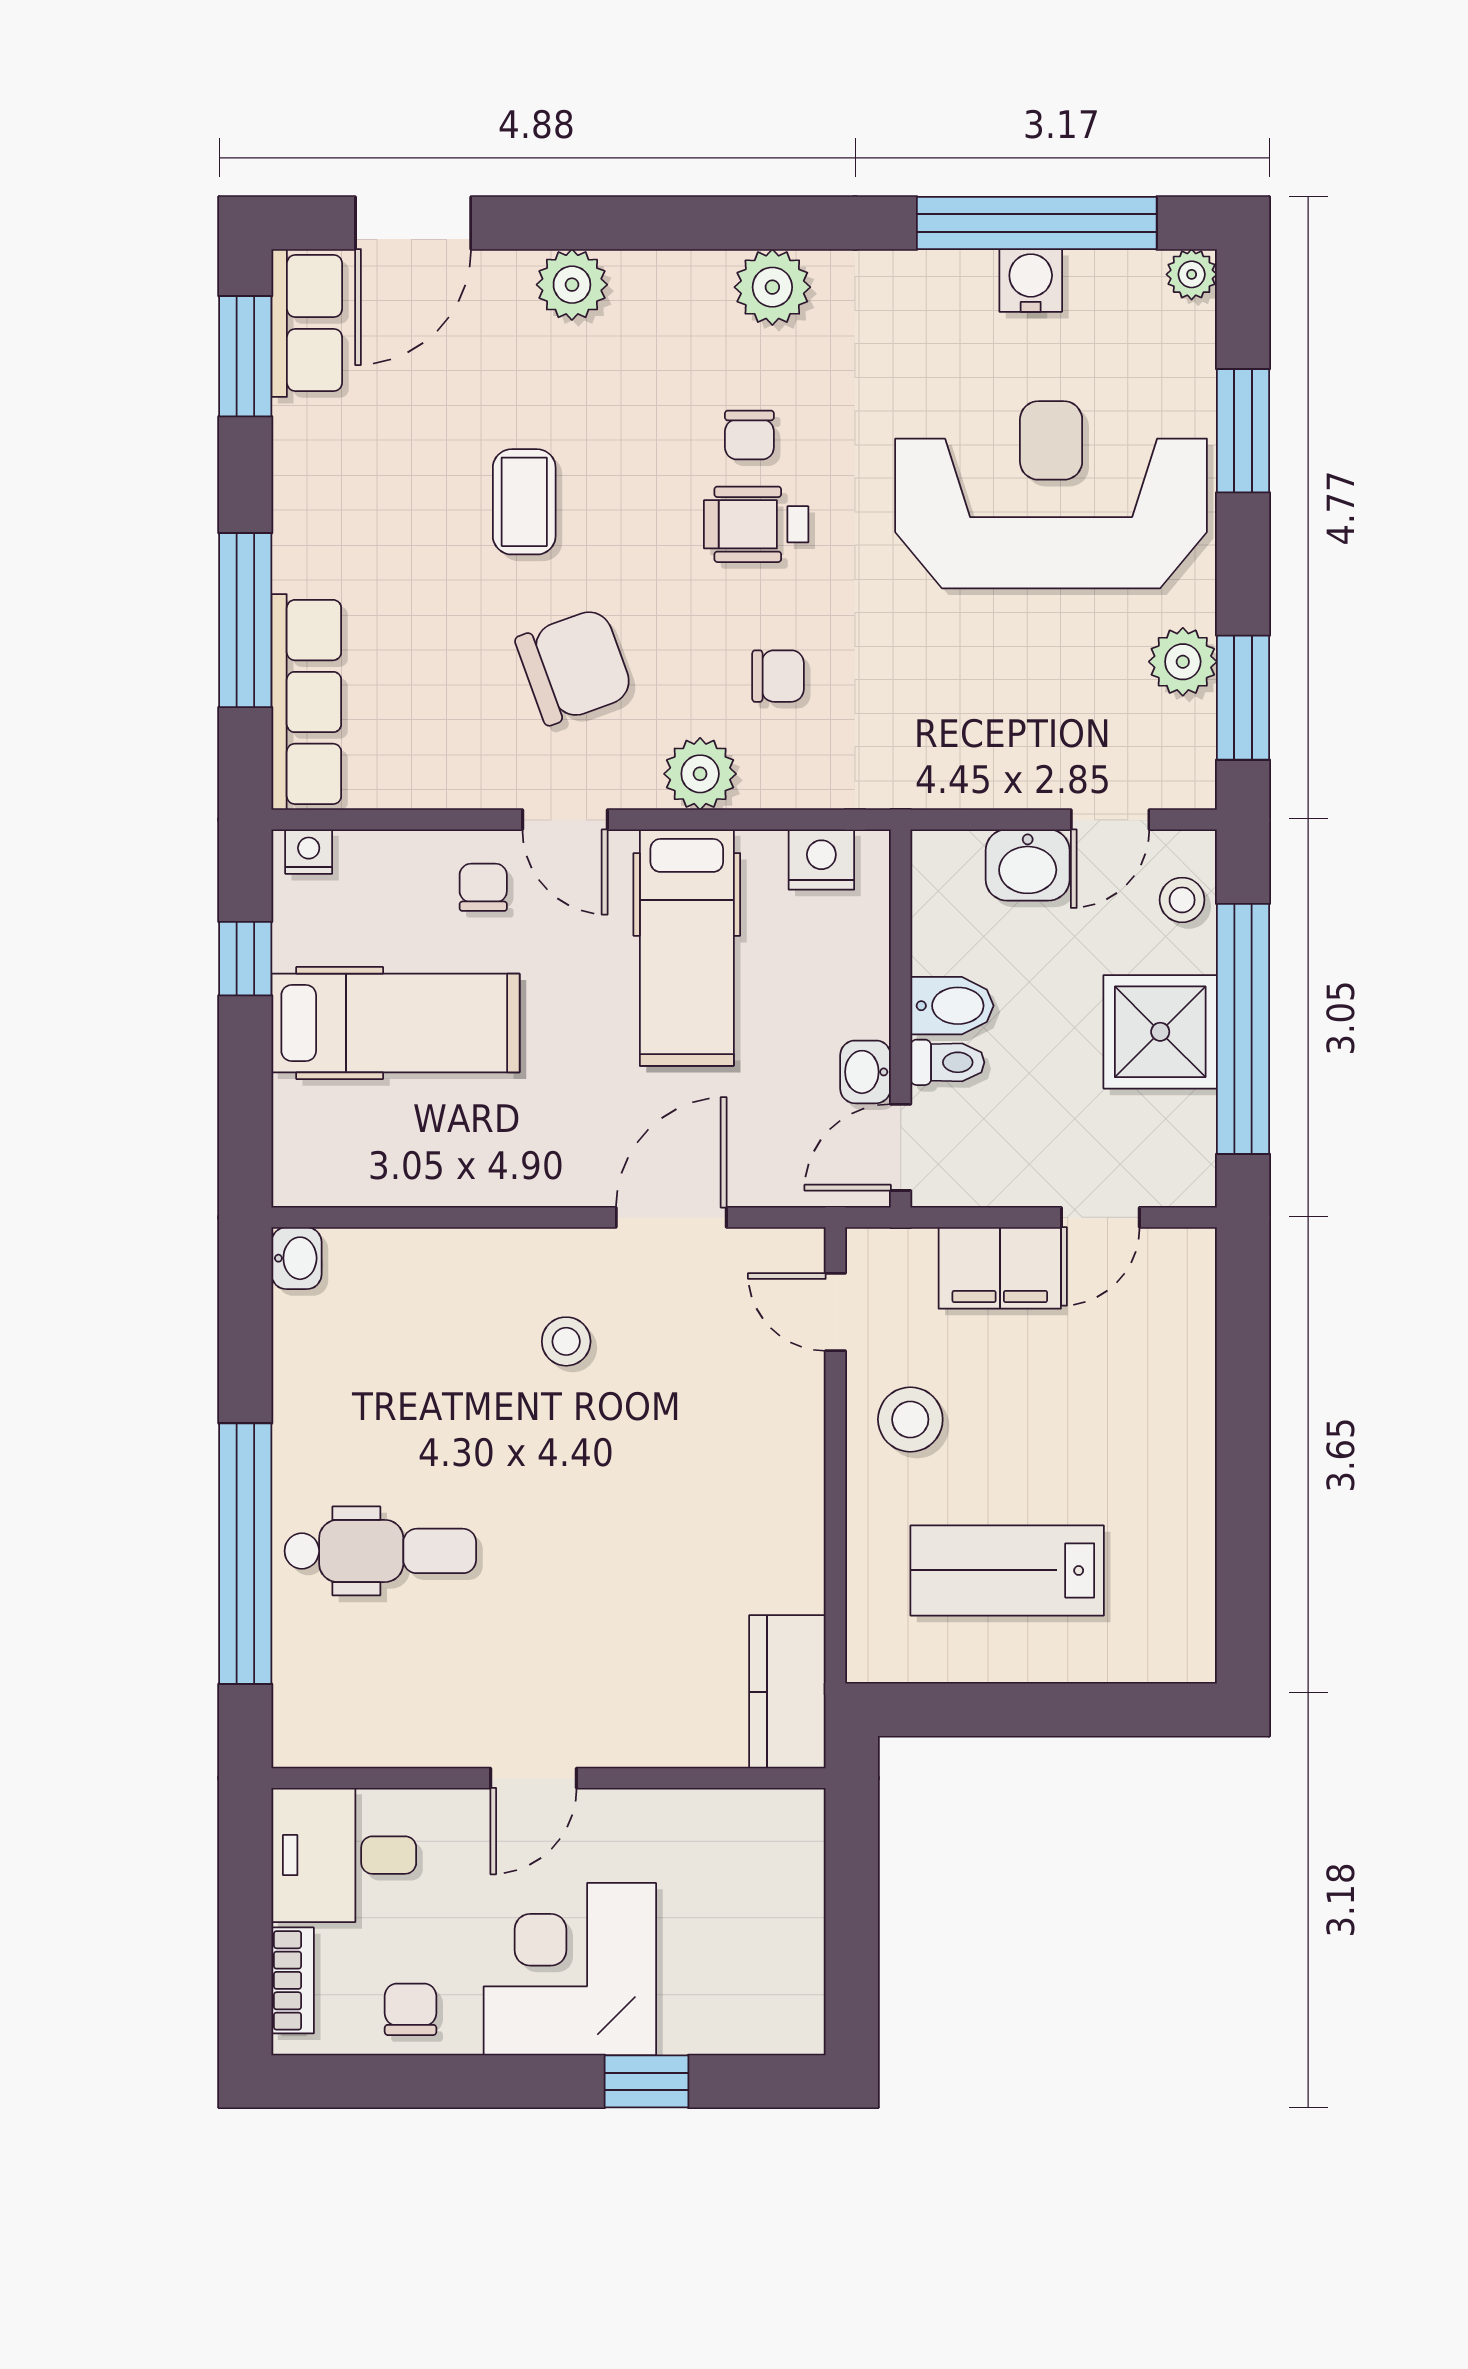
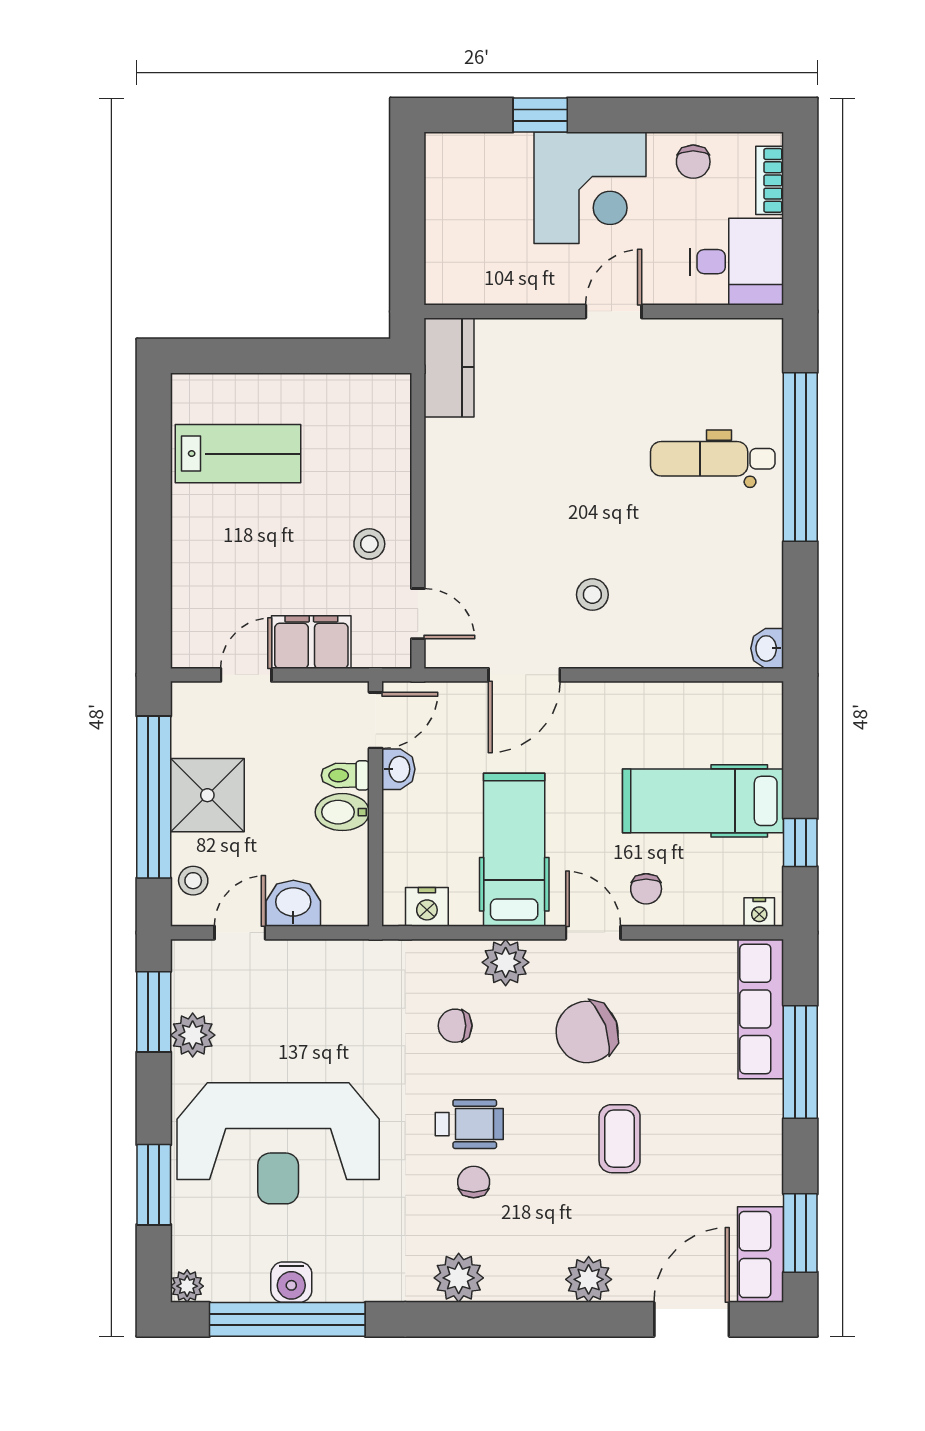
stool: (910, 1419) -> (369, 544), width x0.73, depth x0.73
lab bench: (1007, 1570) -> (238, 454), moved

